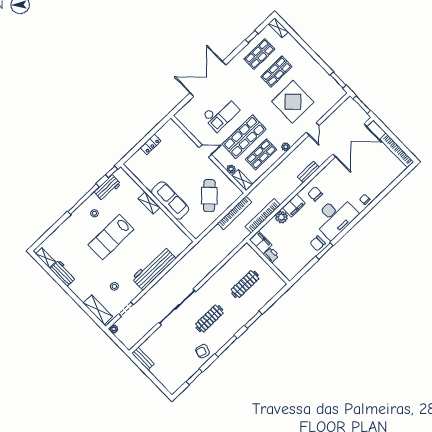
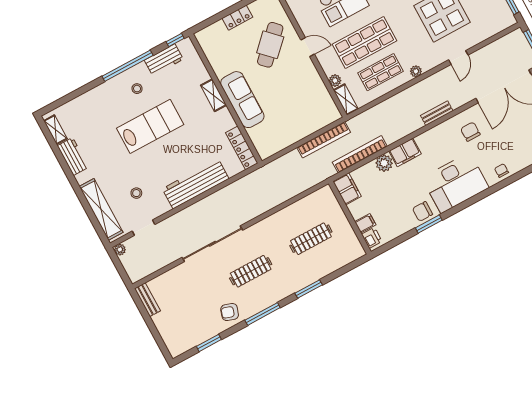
chair: (315, 194) -> (470, 132), moved
cafe table: (209, 196) -> (270, 45), moved
locker: (179, 234) -> (242, 148), added
lab bench: (111, 237) -> (150, 126), turned 180
printer: (271, 255) -> (372, 238), moved
filing cabinet: (280, 263) -> (365, 223), added
shelving: (98, 310) -> (101, 209), width x1.47

